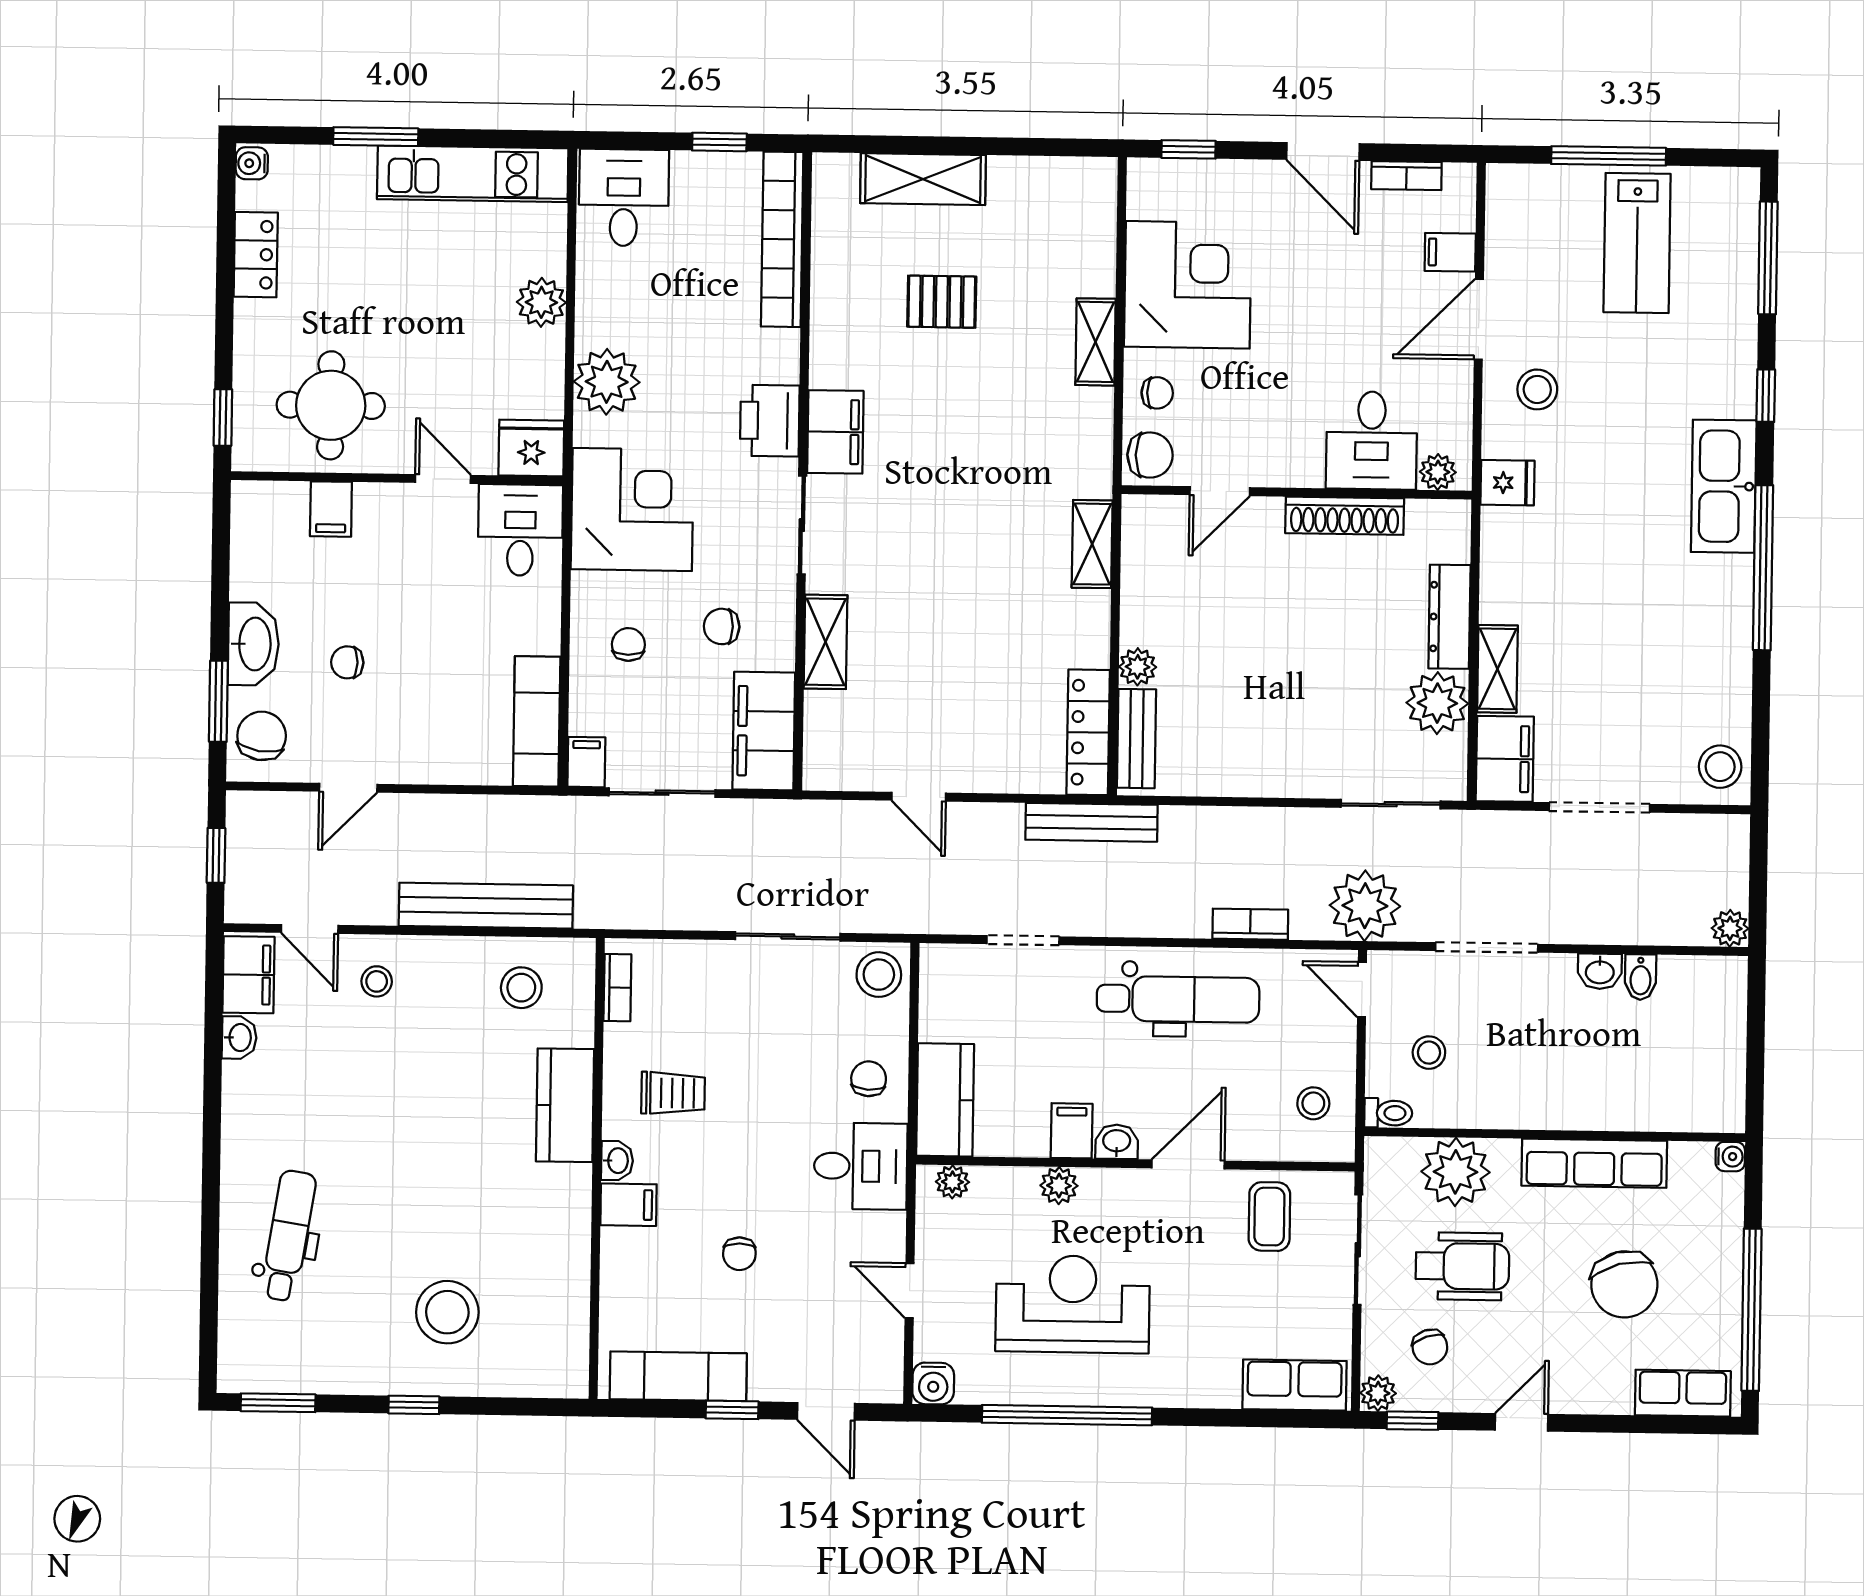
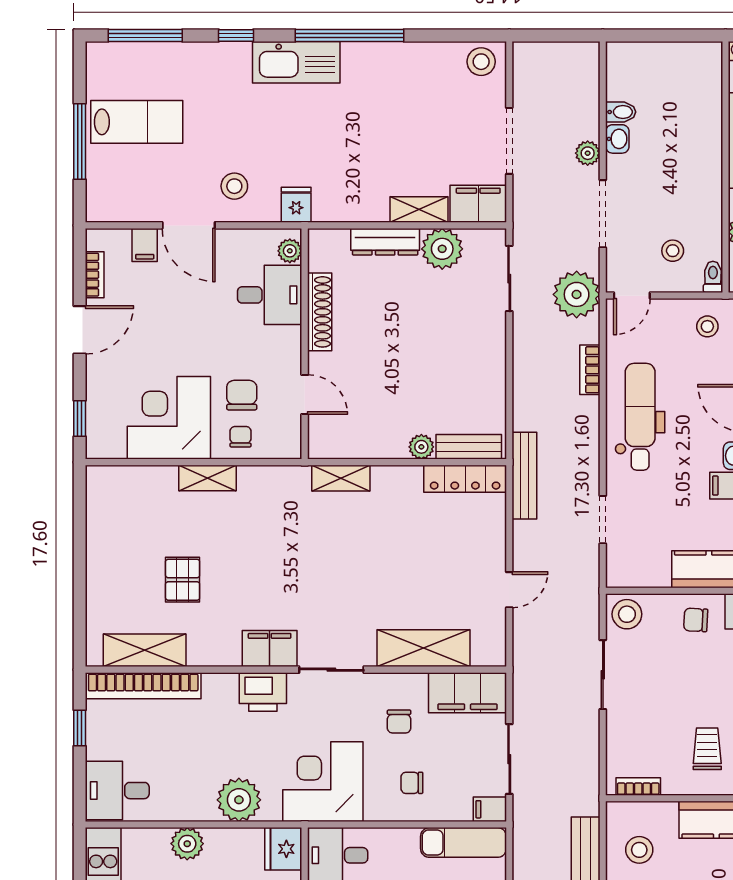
shelving: (923, 179) -> (145, 650), moved, turned 90
chair: (1150, 455) -> (242, 395), moved
shelving: (826, 642) -> (424, 648), width x1.50, depth x1.33
plant: (1730, 928) -> (588, 153), moved

